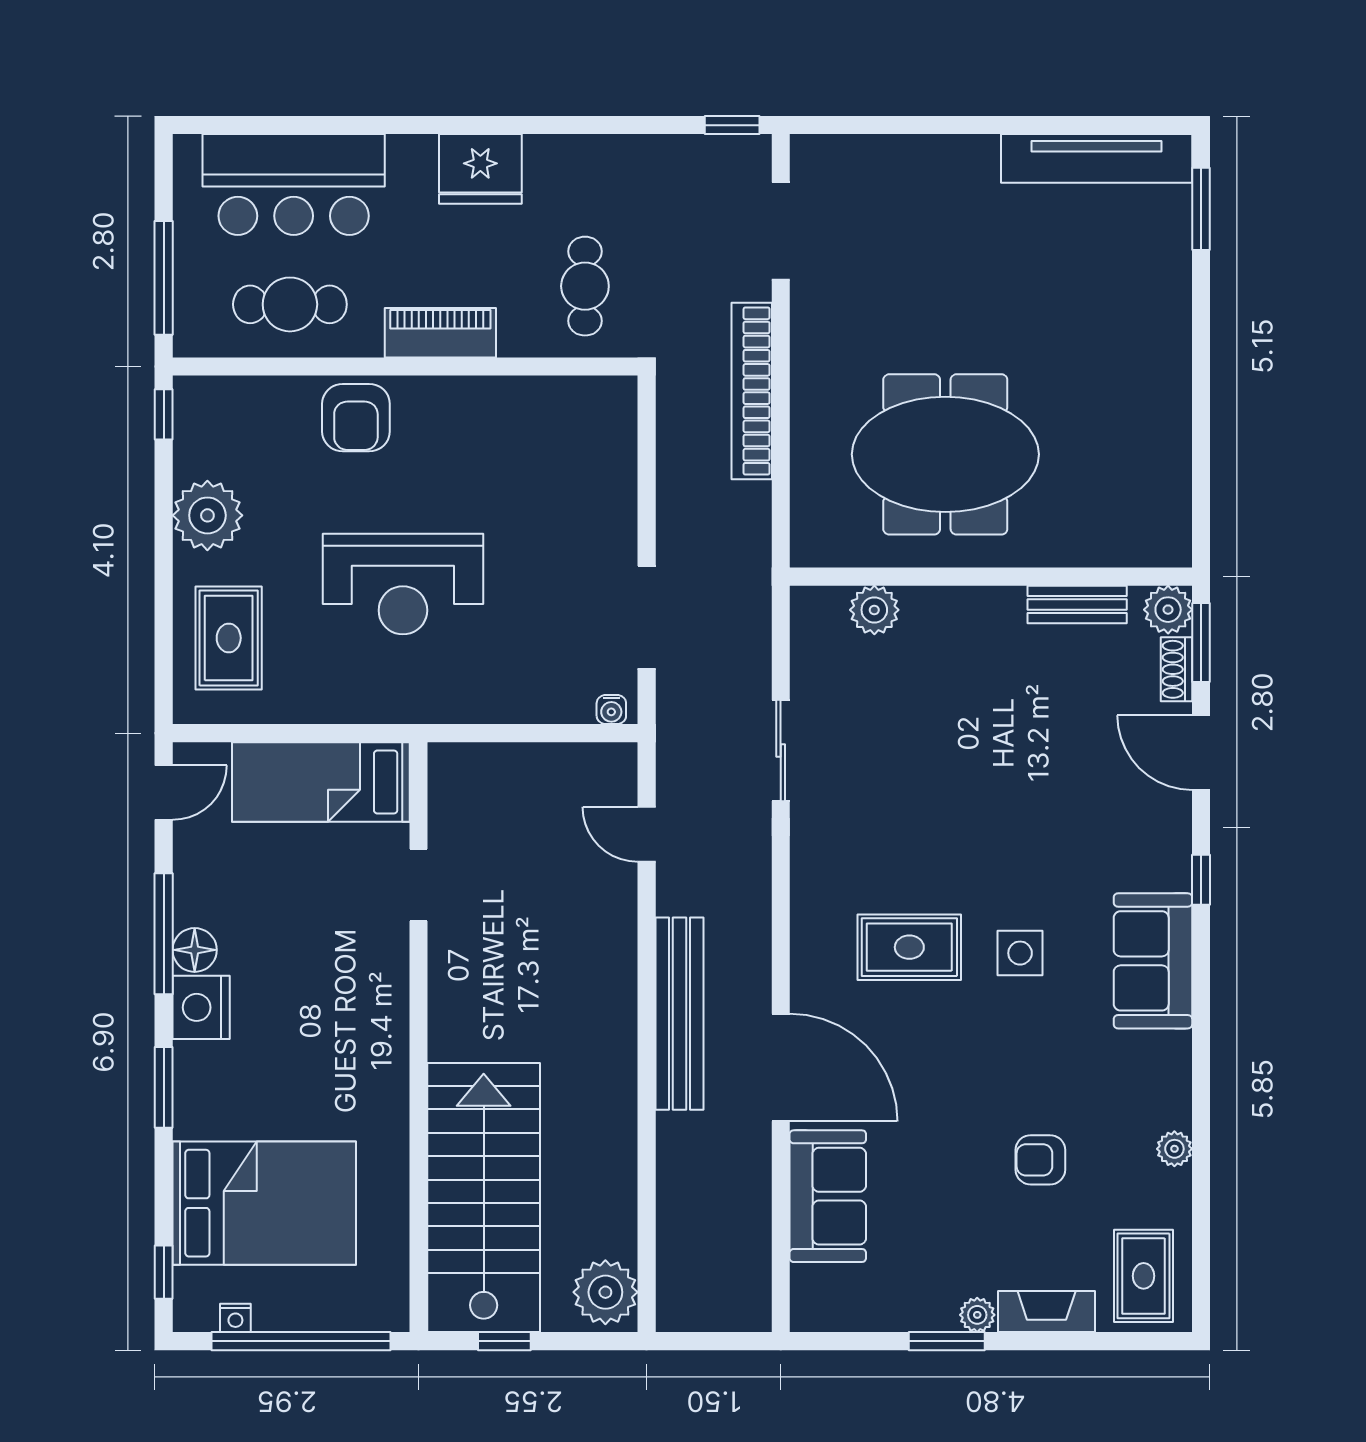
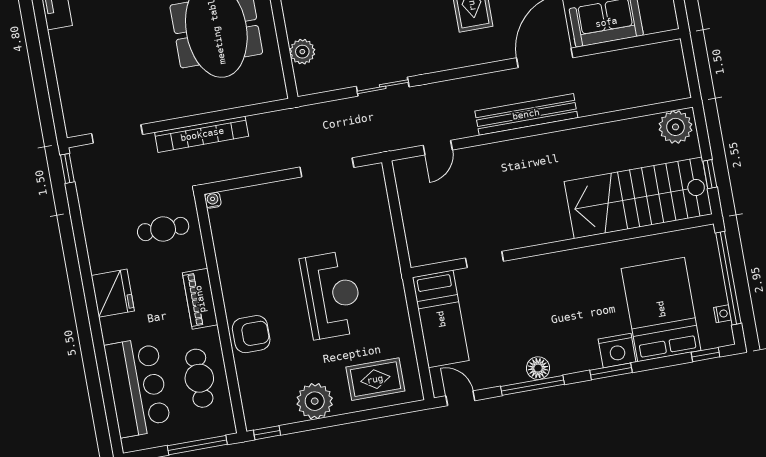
water cooler: (611, 710) -> (213, 200), moved, turned -90
nightstand: (201, 1007) -> (617, 351), moved

